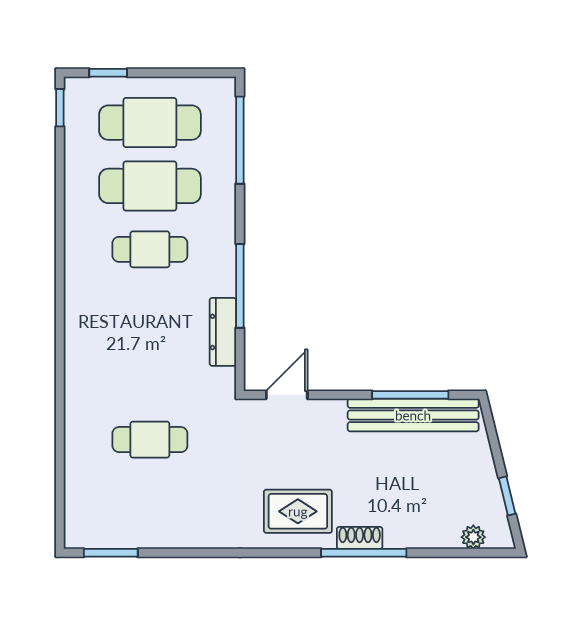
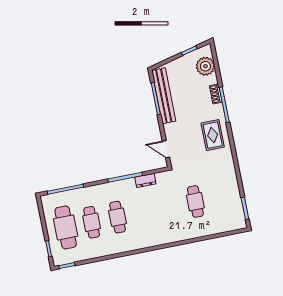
cafe table: (150, 186) -> (92, 222), width x0.73, depth x0.74
dresser: (223, 332) -> (145, 180), width x0.70
plant: (473, 537) -> (205, 66), width x1.87, depth x1.87
shoe rack: (360, 538) -> (216, 94), moved

